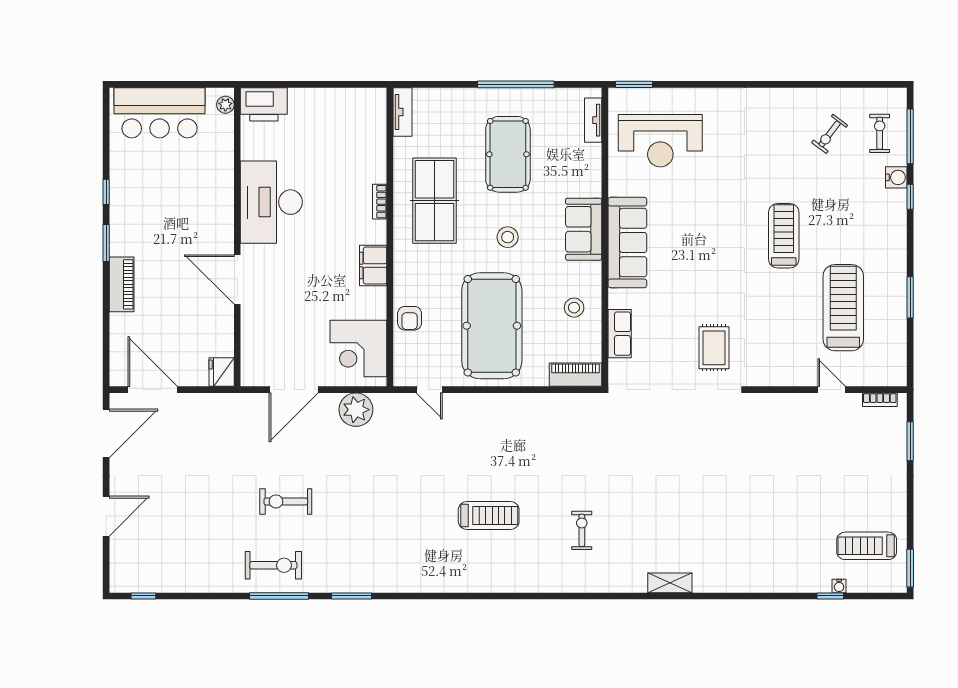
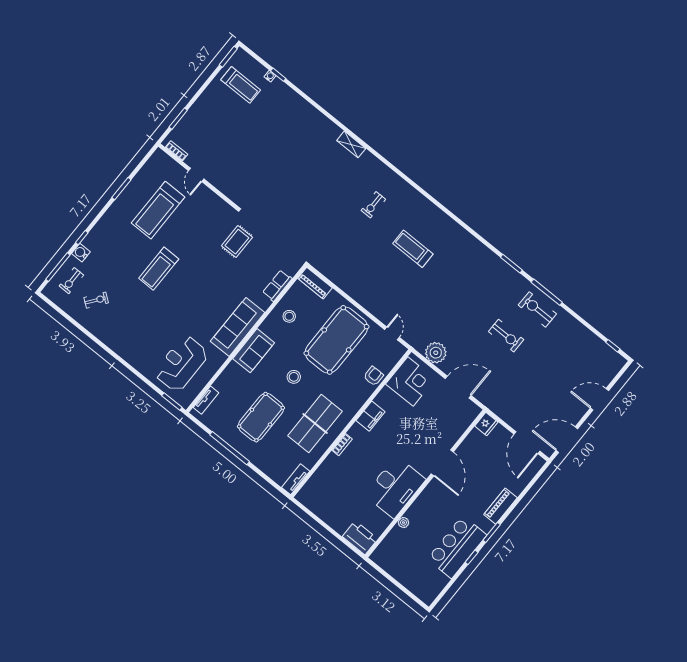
plant: (225, 105) -> (403, 523), moved
bar counter: (160, 113) -> (457, 547), moved, turned -90
reception desk: (660, 141) -> (181, 364), turned -90

